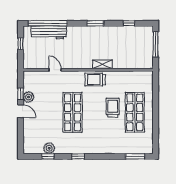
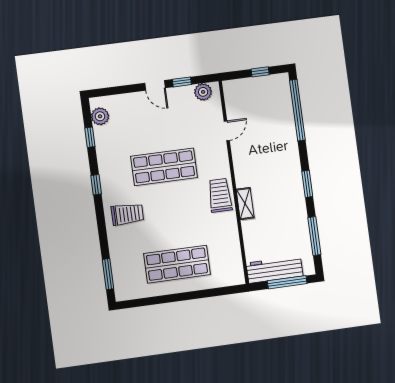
window: (129, 23) -> (314, 236), width x2.17
workbench: (49, 32) -> (275, 270), moved, turned 90
plant: (29, 97) -> (203, 92), moved
trolley: (113, 108) -> (127, 214), moved
door: (21, 111) -> (155, 85), hinge flipped
plant: (49, 148) -> (100, 116), moved

